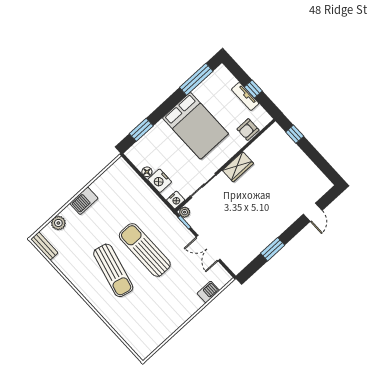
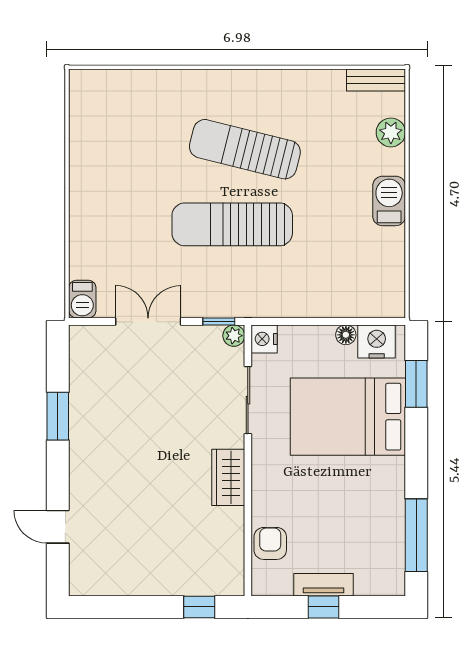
bed: (195, 126) -> (348, 417), moved
nightstand: (160, 181) -> (377, 341), moved
sun lounger: (145, 250) -> (232, 224), turned 180
barbecue: (208, 292) -> (82, 299), moved

